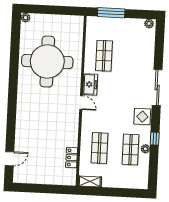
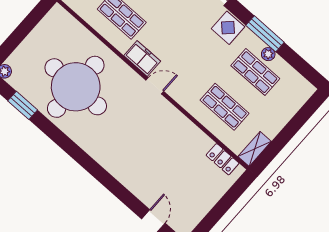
window: (15, 41) -> (23, 105), added
window: (155, 139) -> (265, 34), width x2.17
locker: (72, 158) -> (223, 159), moved

